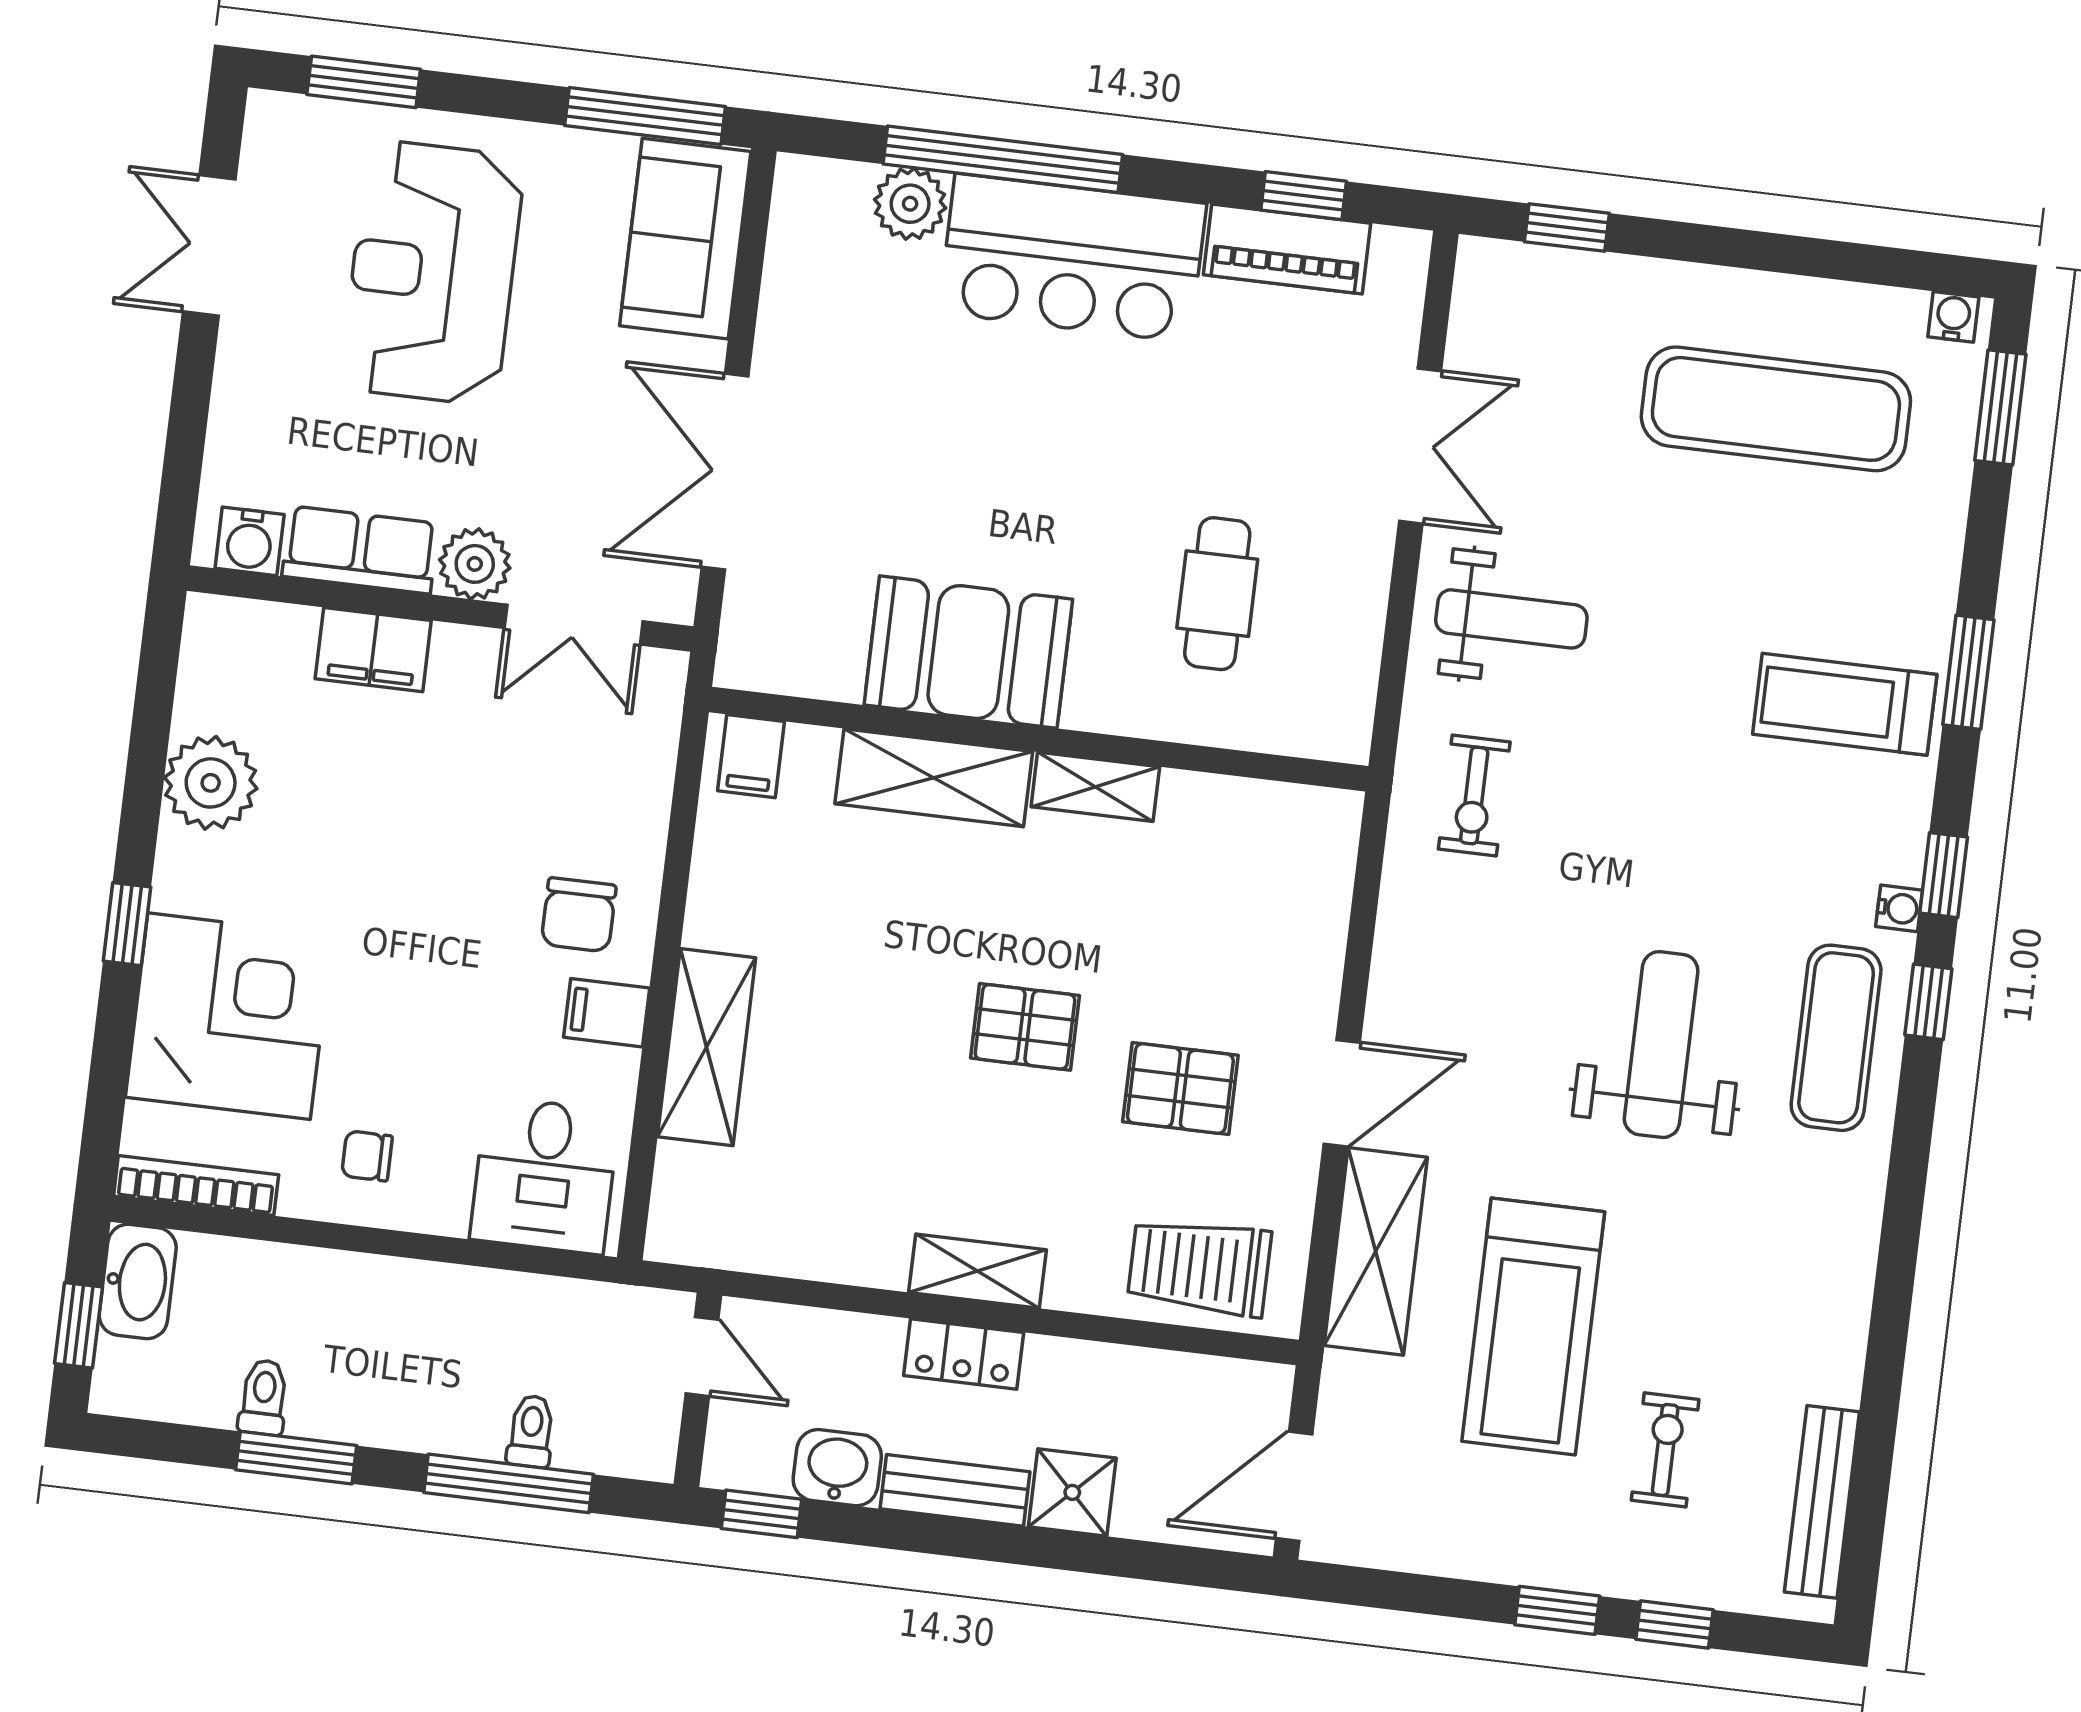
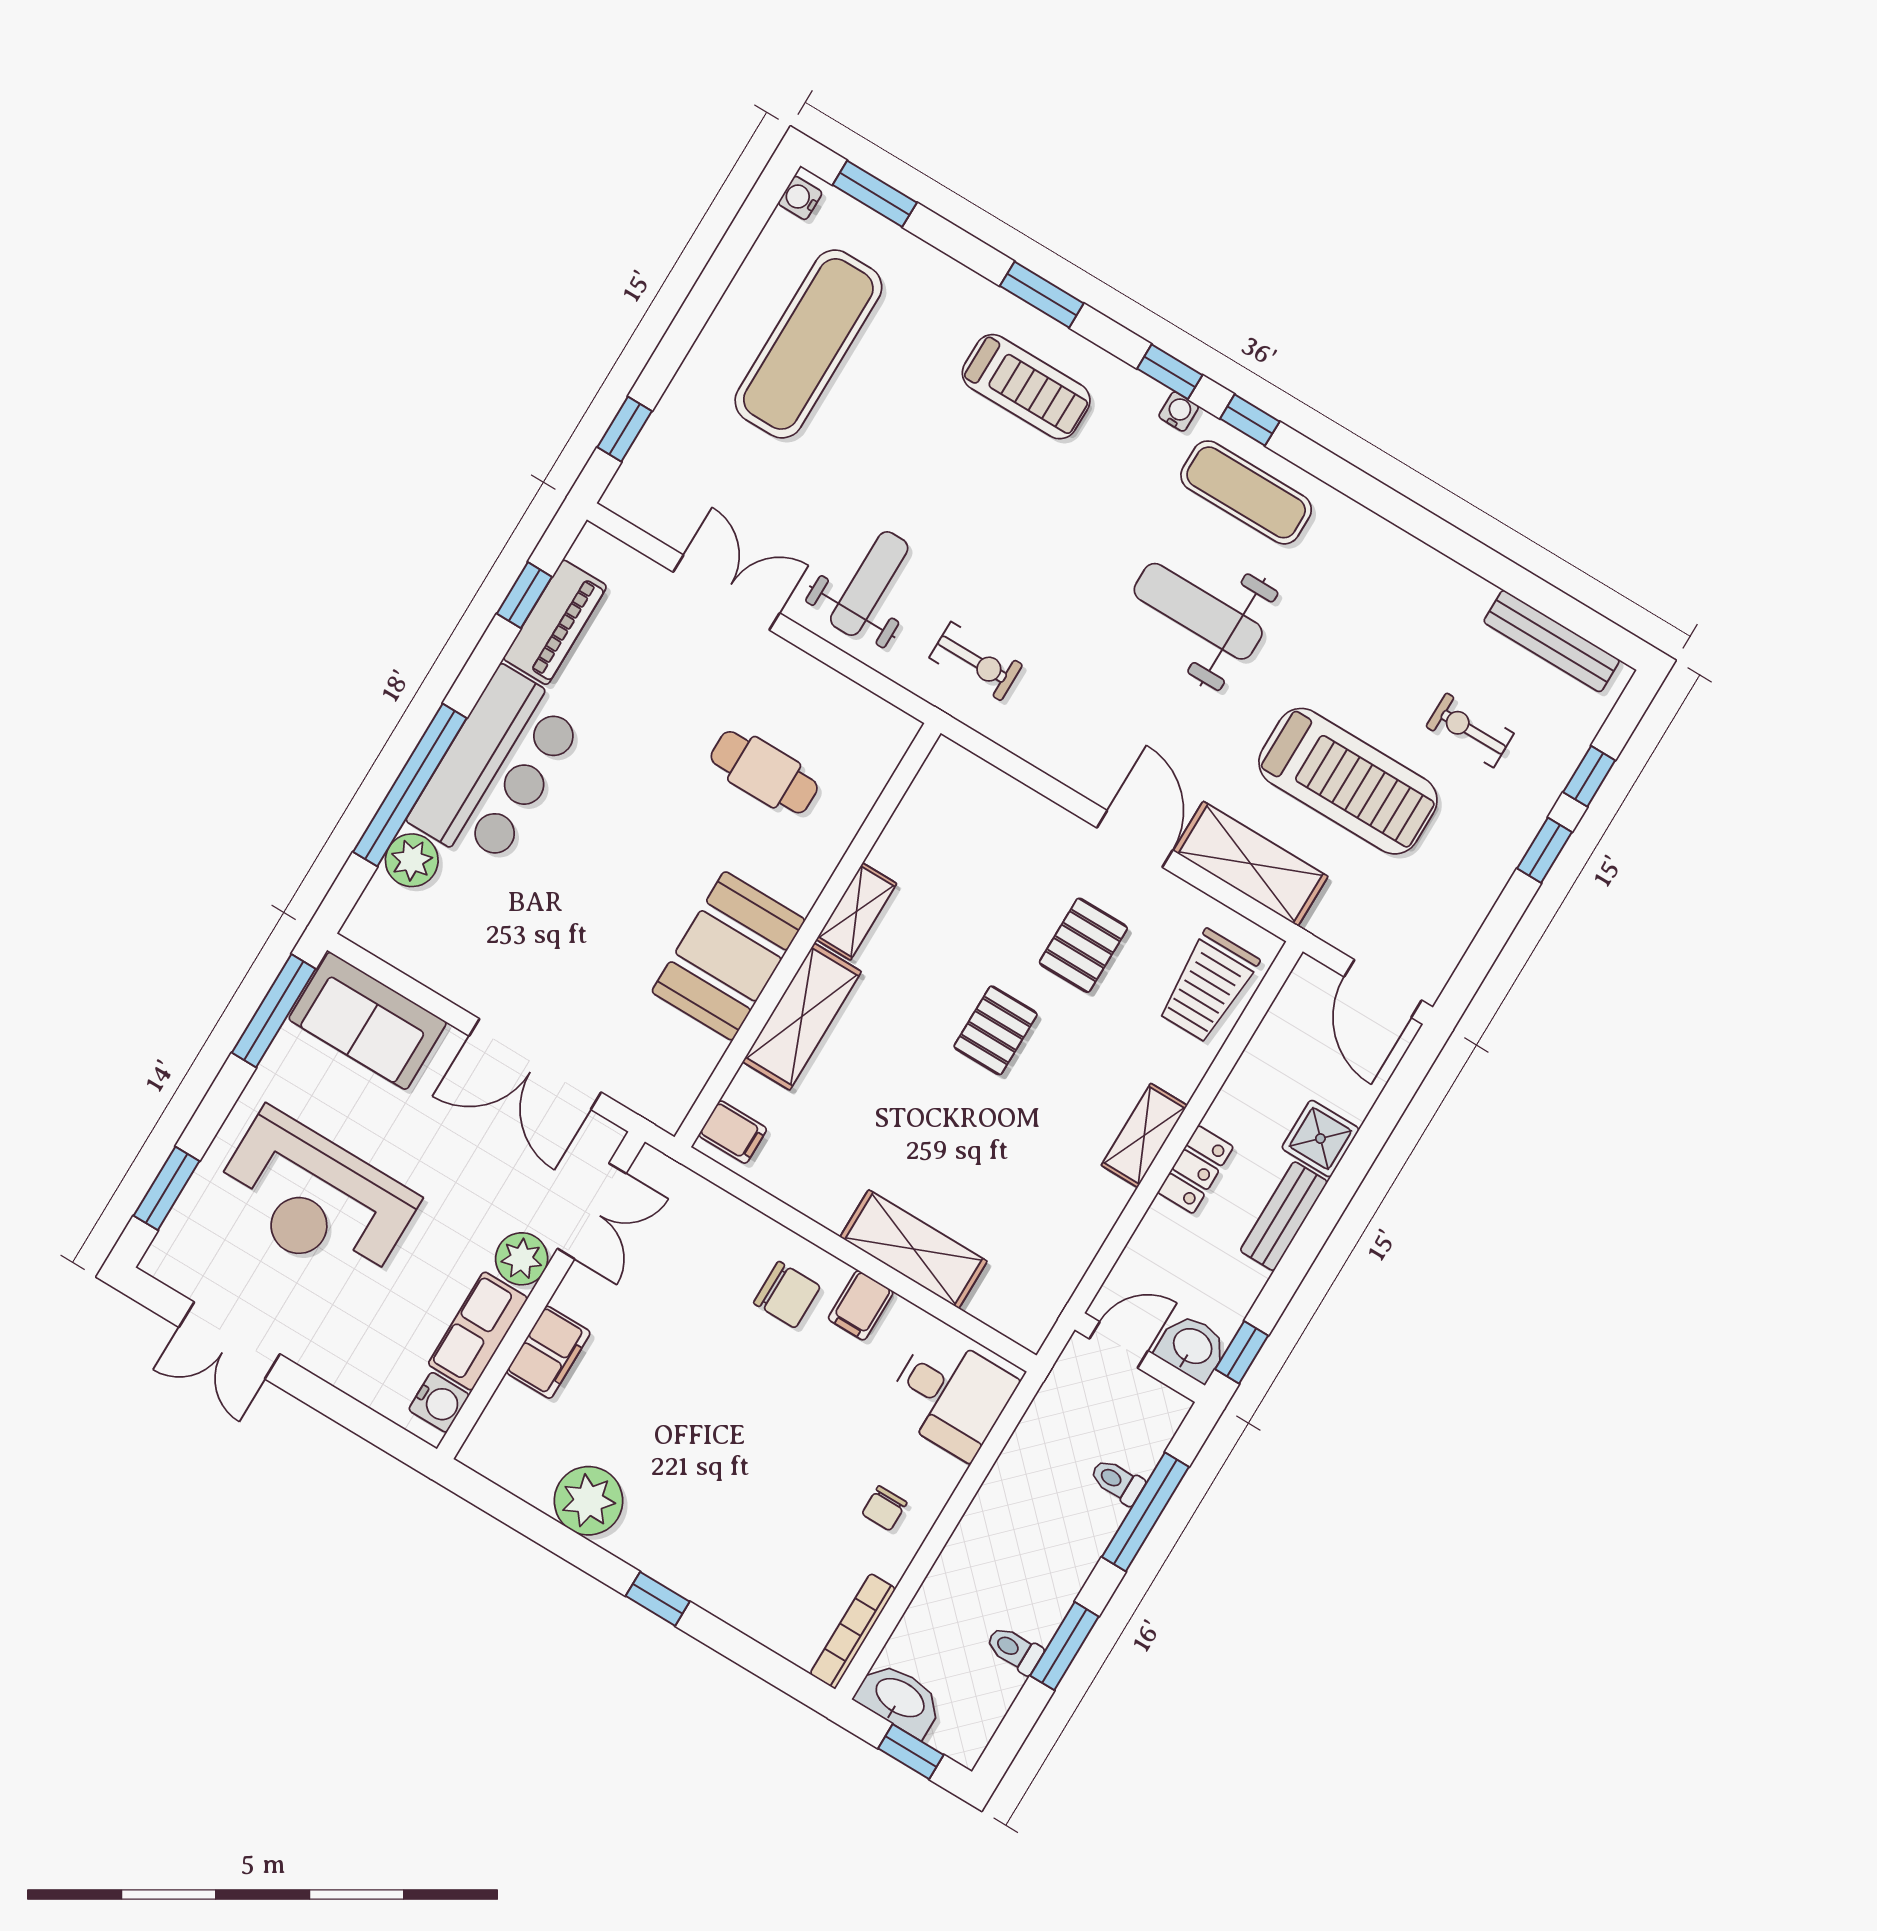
treadmill: (1845, 704) -> (1026, 387), turned -90
corner desk: (229, 1016) -> (750, 1558), removed
washbasin: (837, 1468) -> (1192, 1347), moved, turned 90

